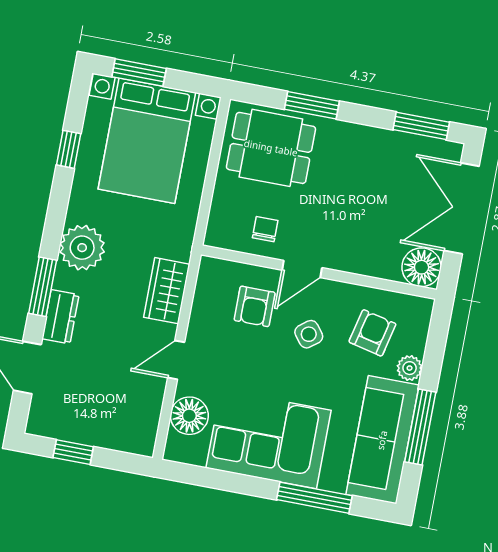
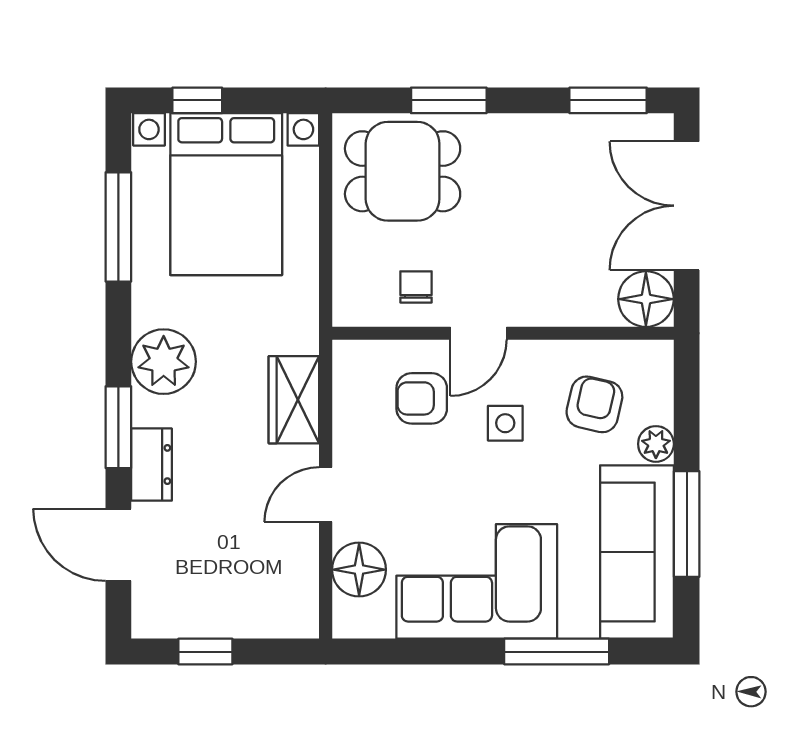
window: (139, 73) -> (197, 100), width x0.67
window: (69, 149) -> (118, 227), width x2.17
armchair: (255, 306) -> (422, 398), turned 90
side table: (309, 334) -> (505, 423), turned 38

